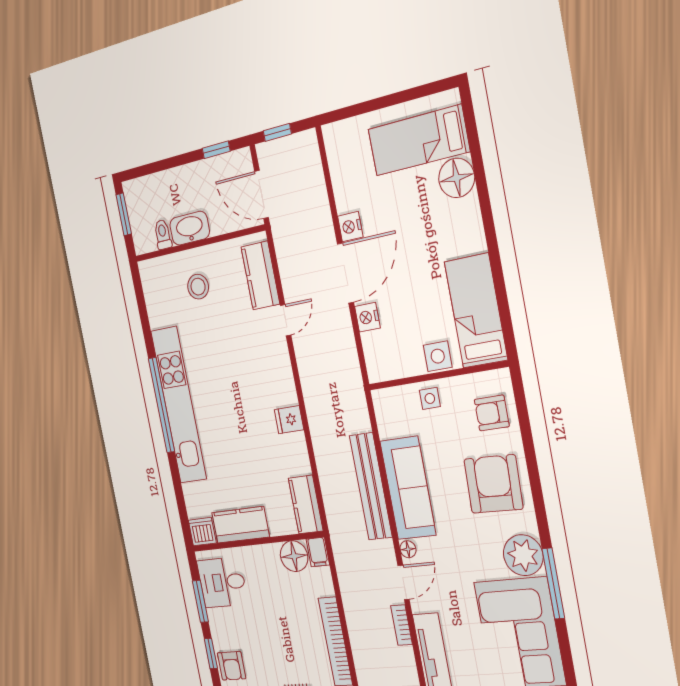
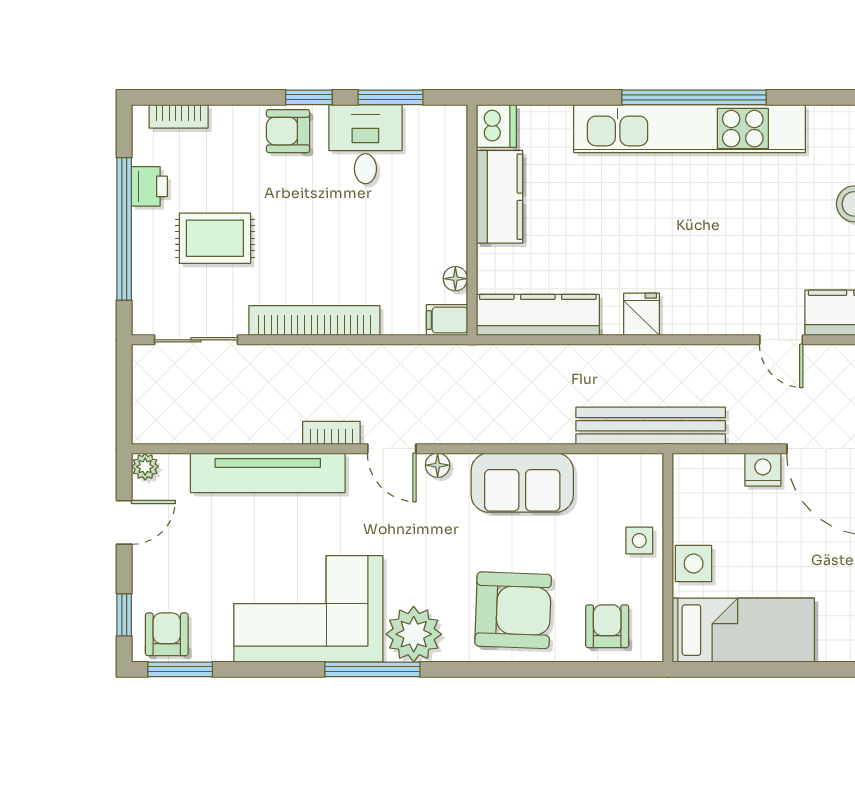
bench: (371, 486) -> (651, 426), moved
sofa: (408, 488) -> (522, 483), width x0.73
kitchen counter: (306, 505) -> (538, 315), width x1.50
floor lamp: (294, 556) -> (455, 279), width x0.53, depth x0.53
desk: (222, 582) -> (365, 144), moved

